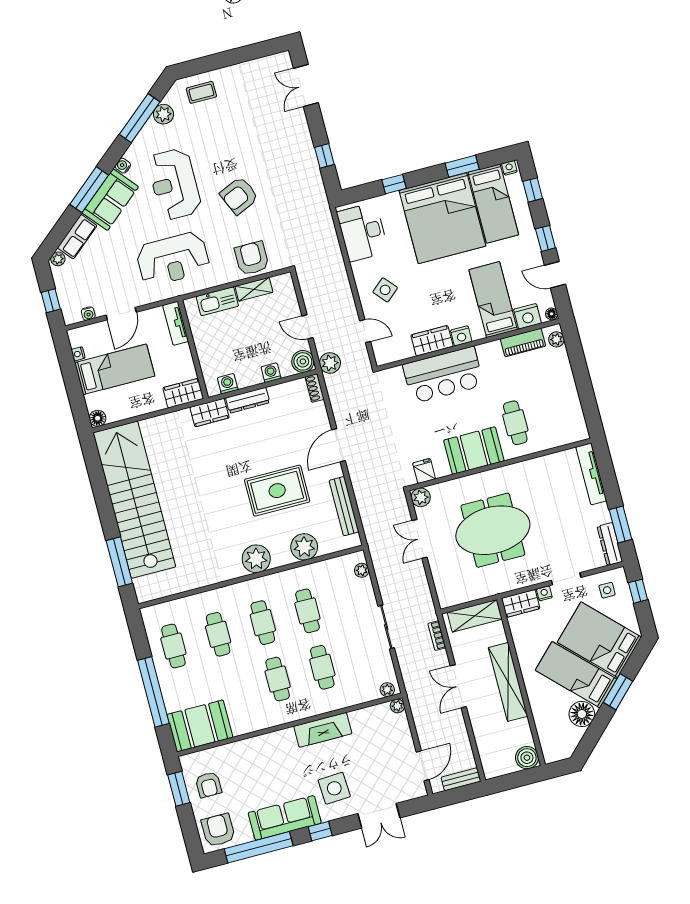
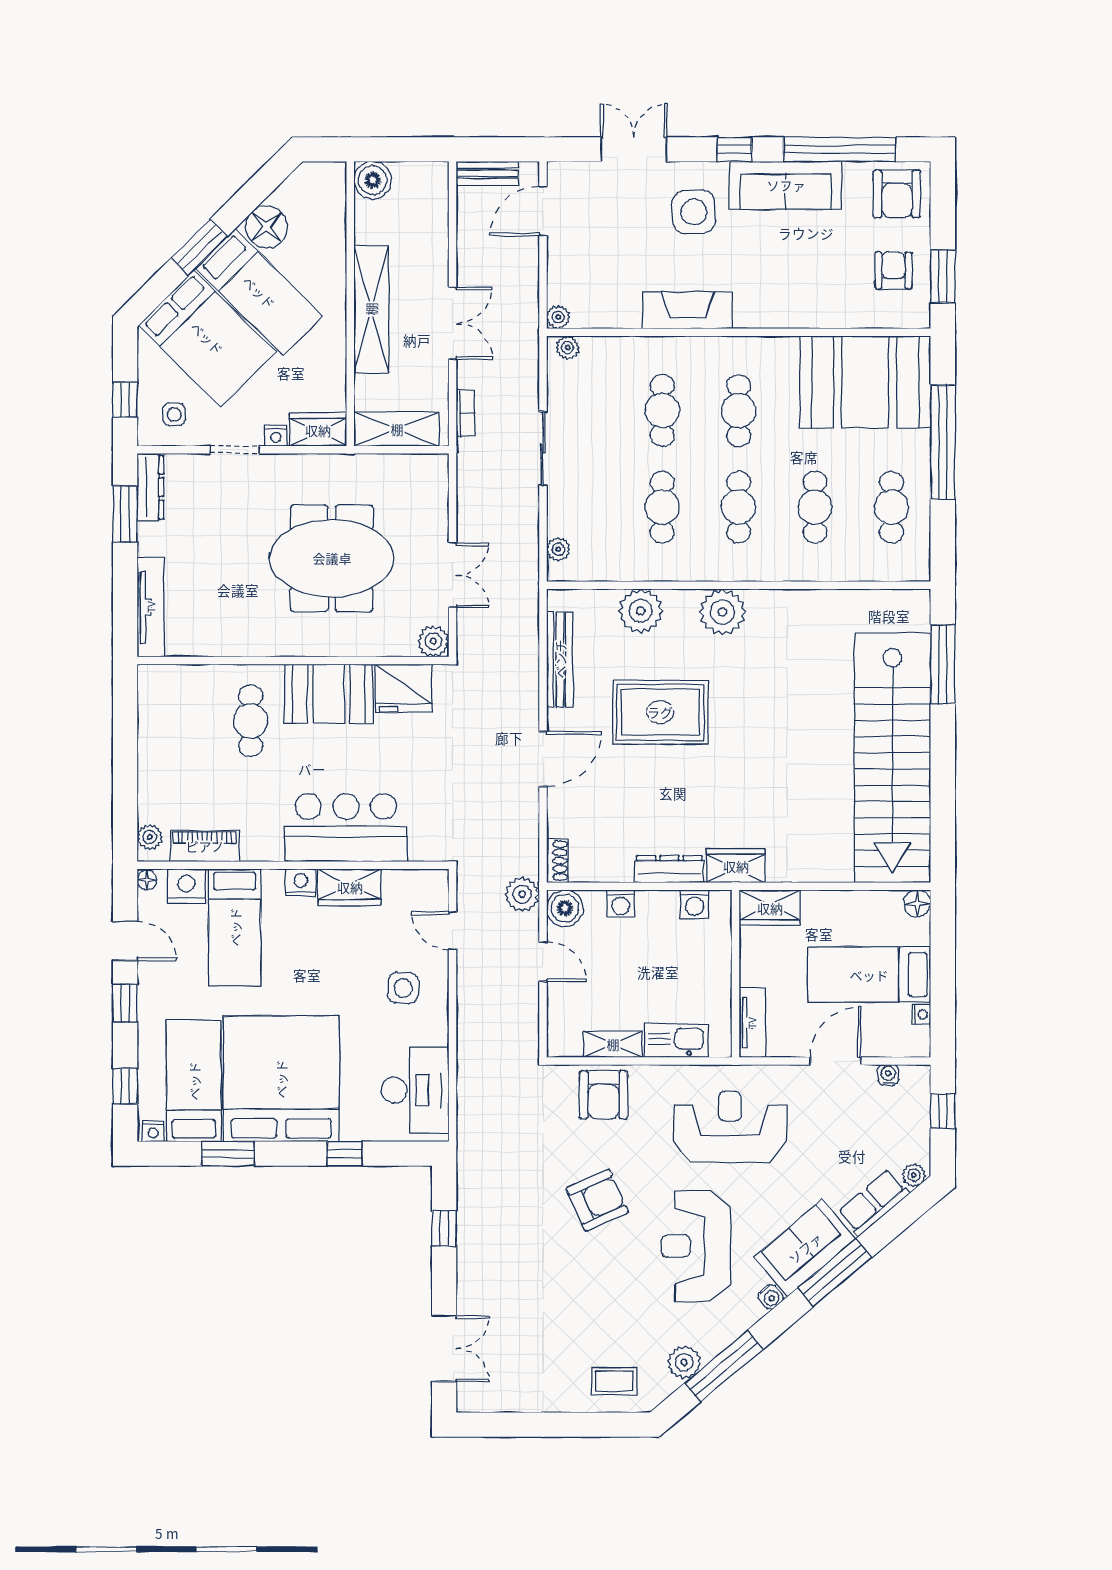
reception desk: (174, 184) -> (696, 1246), turned 180
side table: (385, 290) -> (403, 988), turned 45
fridge: (424, 471) -> (404, 688), width x1.88, depth x1.34
booth: (200, 726) -> (865, 382), width x1.36, depth x1.42

